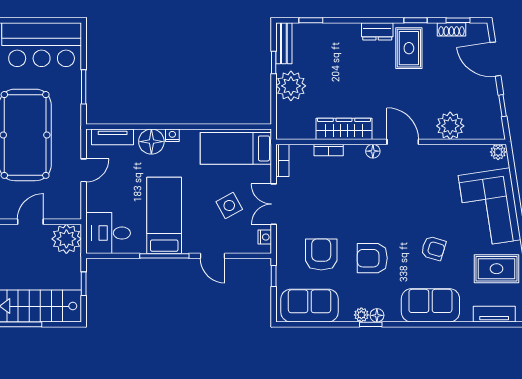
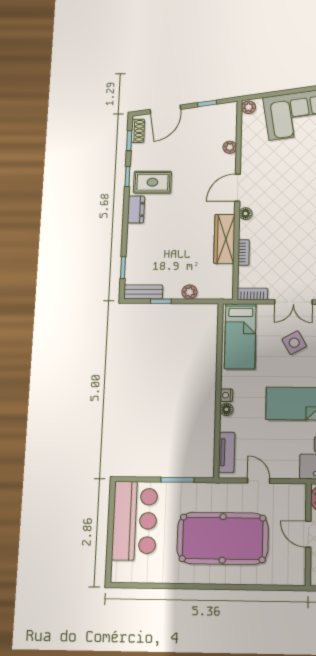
shoe rack: (451, 29) -> (138, 131), moved
plant: (291, 86) -> (189, 292), width x0.53, depth x0.53
plant: (450, 126) -> (230, 147), width x0.53, depth x0.53
floor lamp: (151, 142) -> (226, 409), width x0.53, depth x0.53

